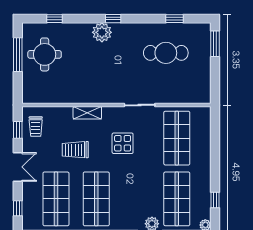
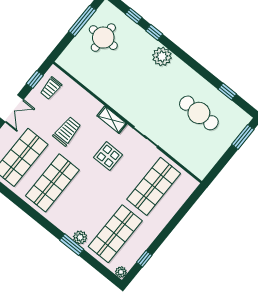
window: (113, 19) -> (154, 32), moved
shelving: (87, 113) -> (112, 120), moved
trolley: (75, 150) -> (67, 131), turned 90

